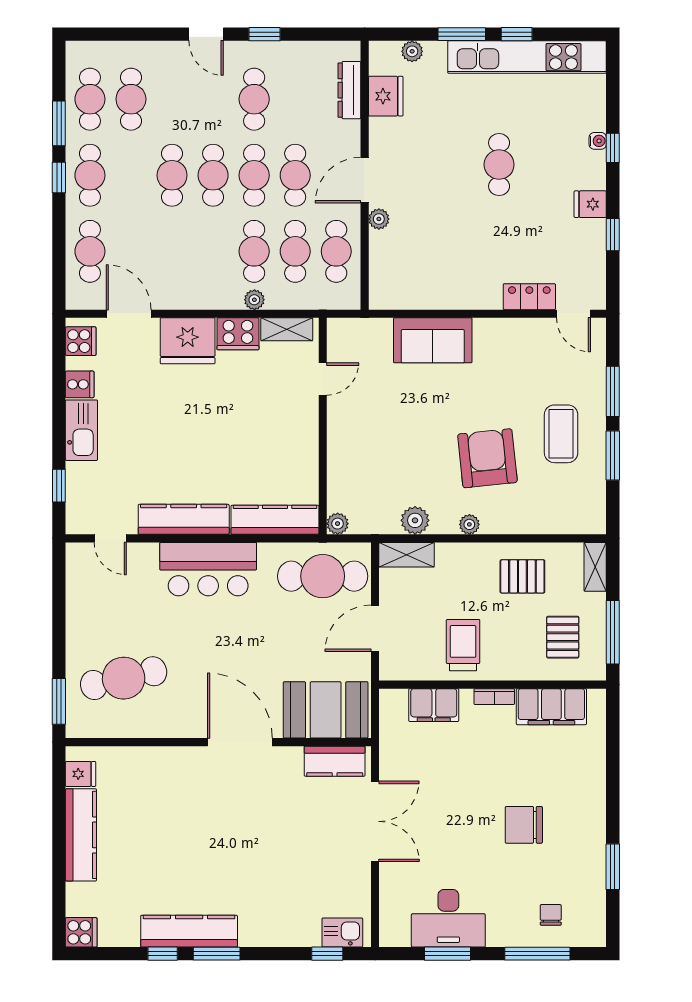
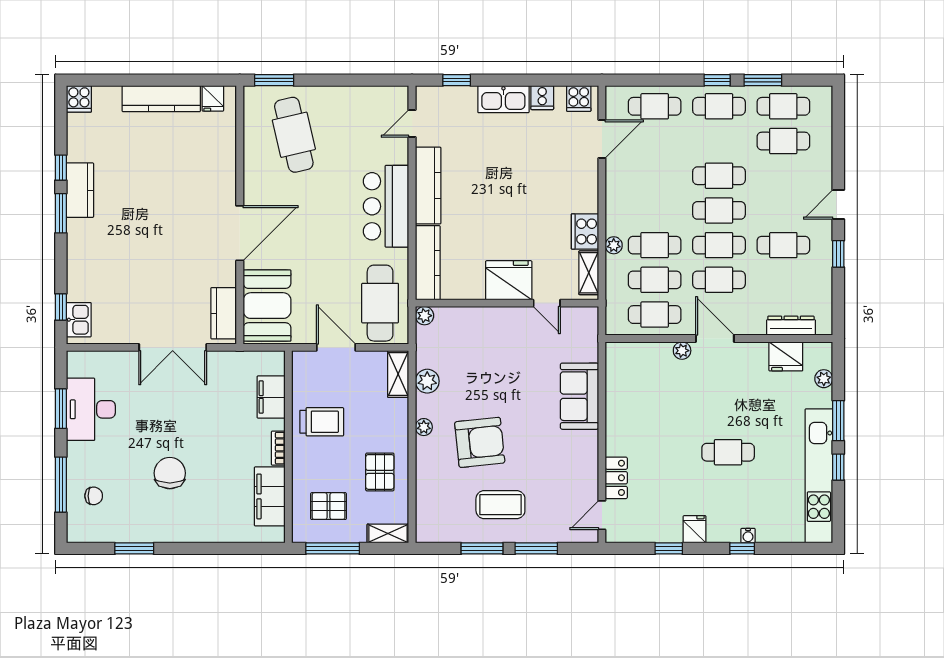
fridge: (188, 341) -> (509, 280), moved, turned 90
kitchen counter: (189, 931) -> (80, 190), width x0.67

